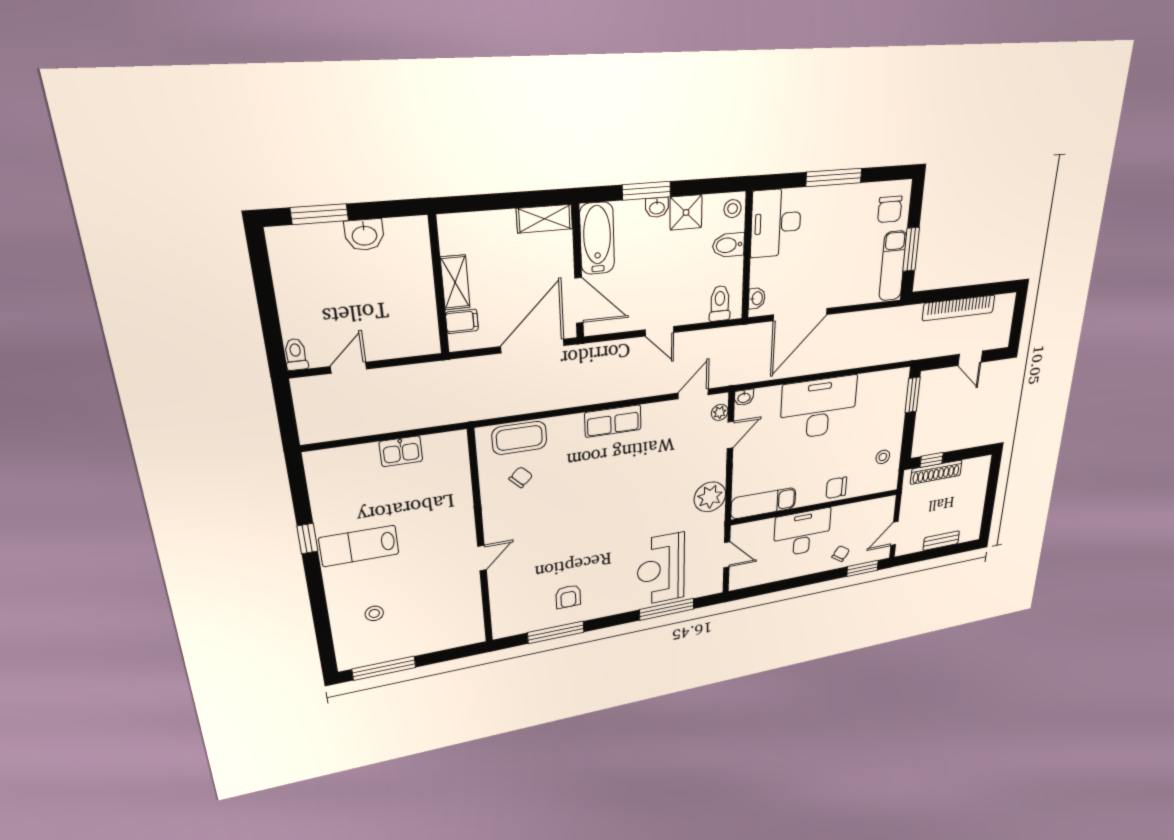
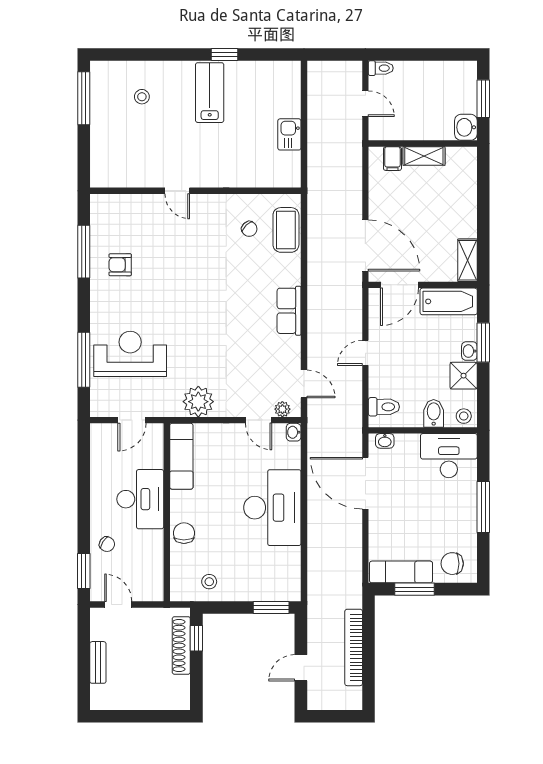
shelving: (455, 282) -> (424, 156), moved
wall: (439, 286) -> (423, 144), moved
filing cabinet: (462, 321) -> (392, 159), moved

